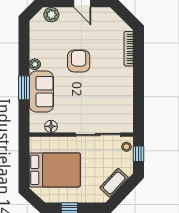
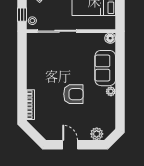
armchair: (79, 61) -> (73, 94), turned -90
window: (24, 88) -> (120, 71), removed
floor lamp: (51, 126) -> (110, 38), moved

